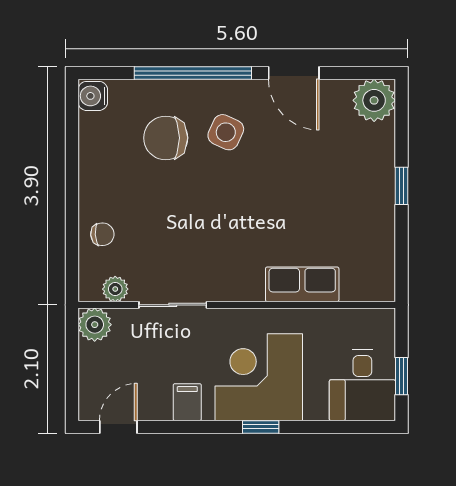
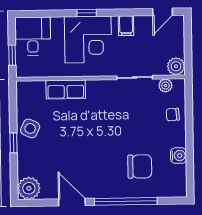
water cooler: (93, 96) -> (178, 156), moved
side table: (226, 132) -> (30, 128), moved
window: (401, 376) -> (12, 55), moved

